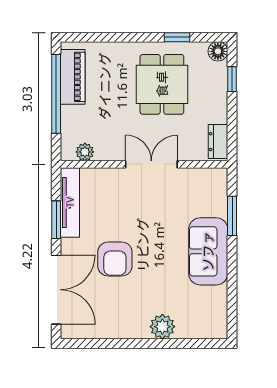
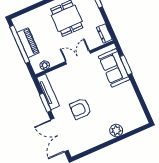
piano: (73, 77) -> (28, 43), moved
sofa: (208, 251) -> (114, 68), moved
armchair: (115, 259) -> (80, 109), turned 90
double door: (56, 290) -> (59, 135), swing flipped

